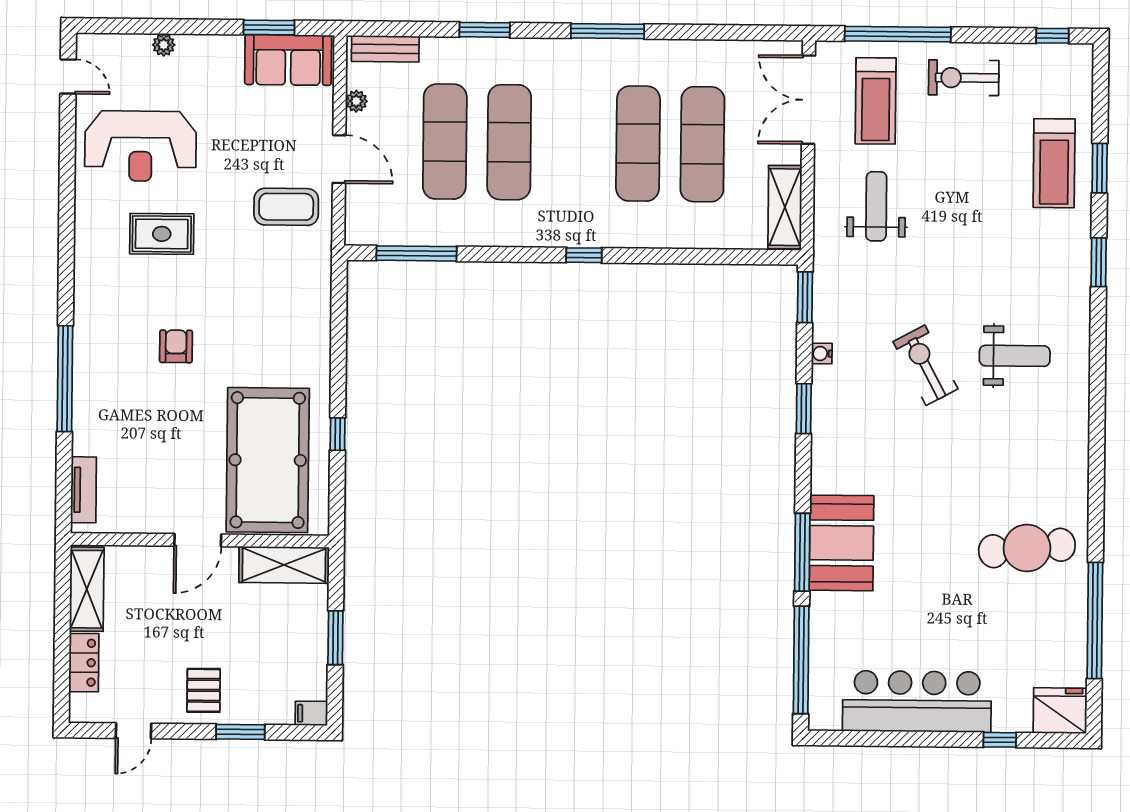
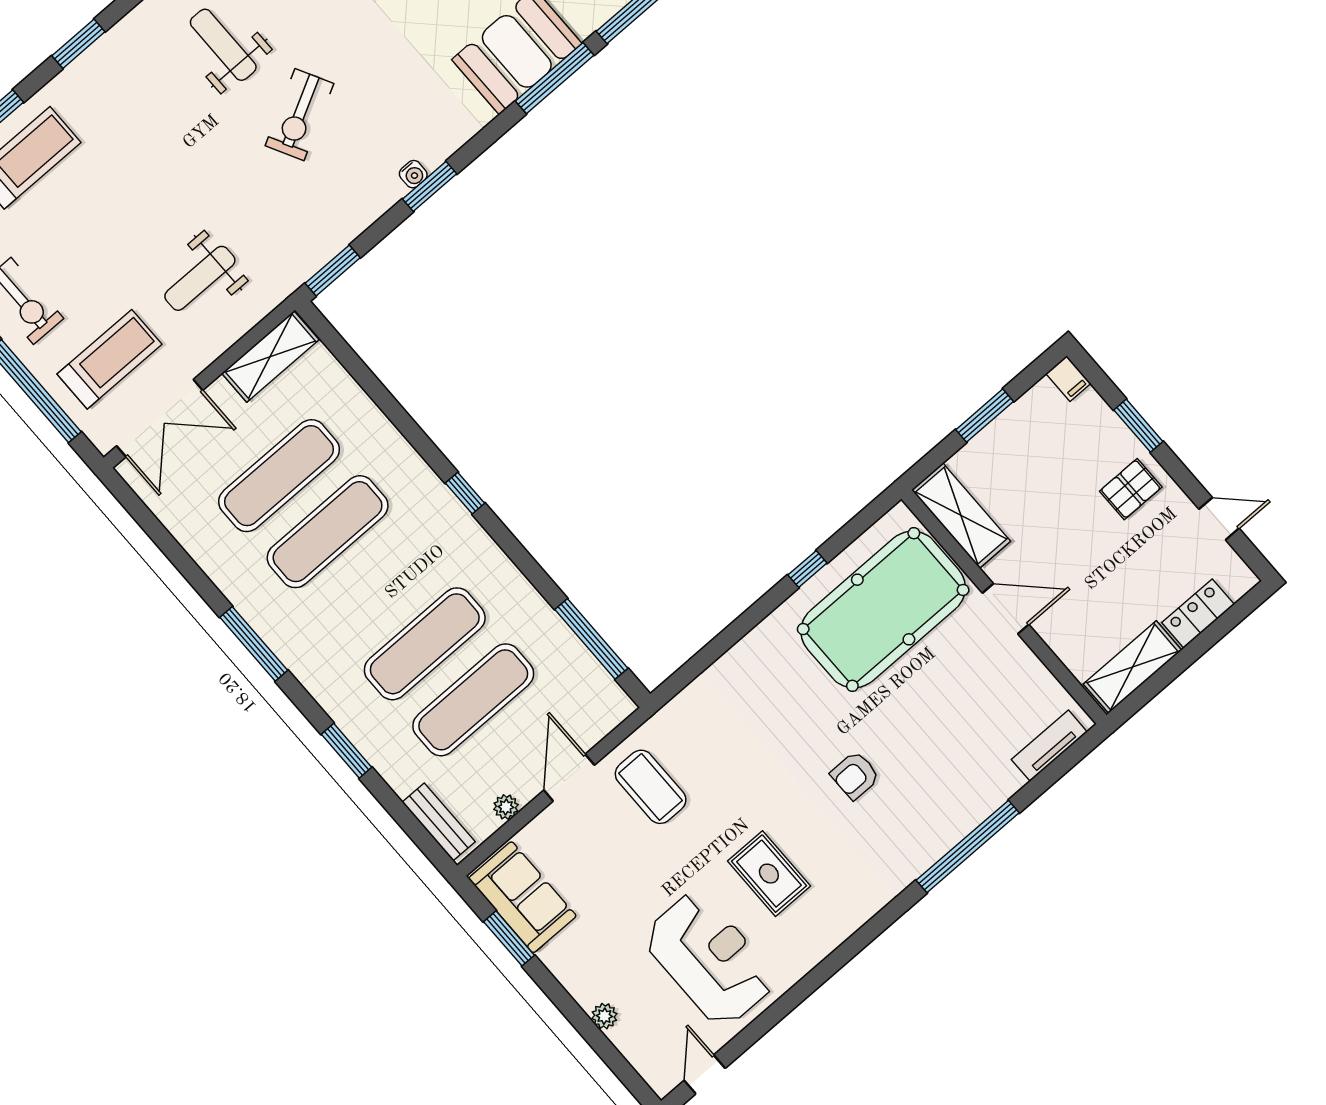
water cooler: (822, 353) -> (413, 174), moved

